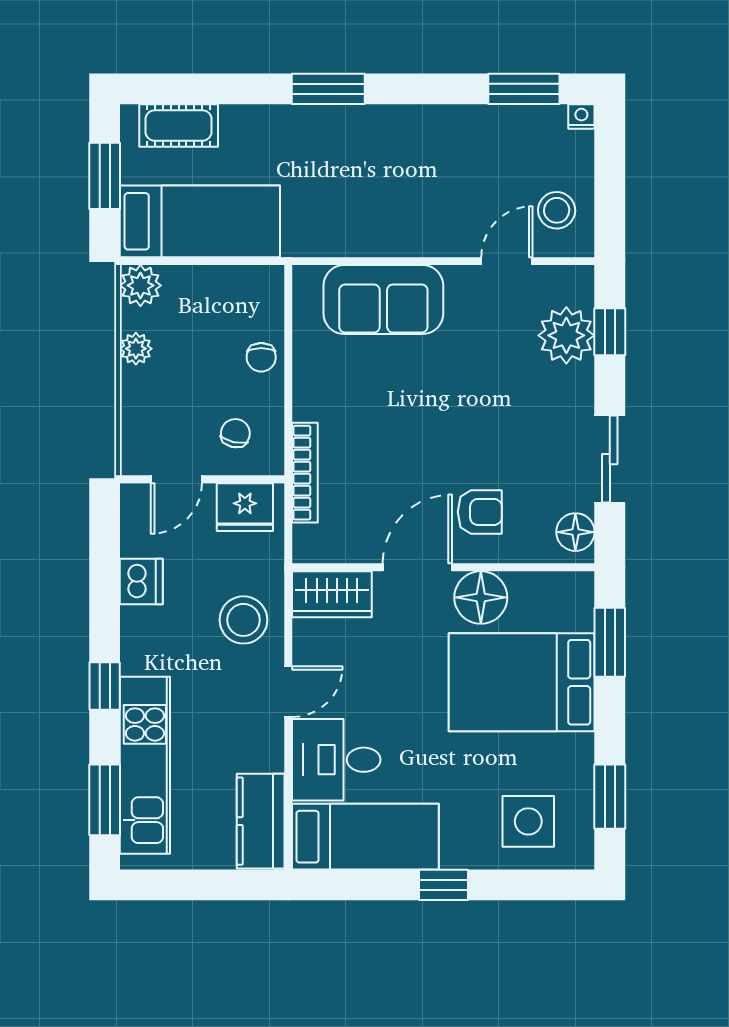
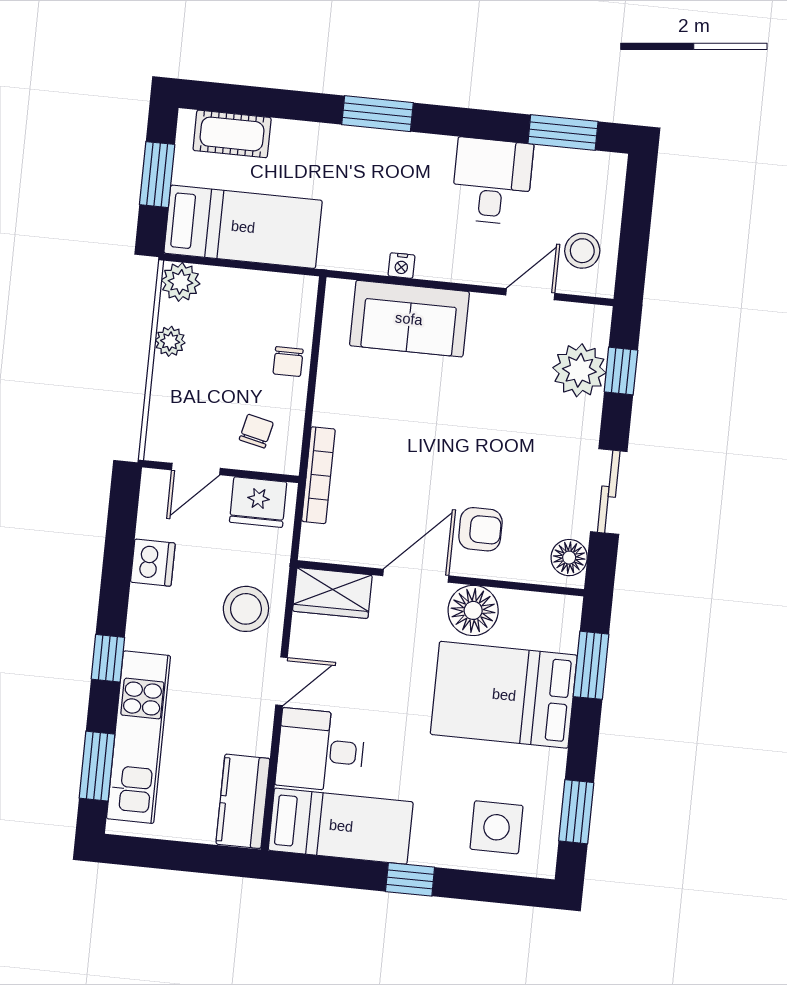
nightstand: (581, 117) -> (402, 266), moved, turned 180
desk: (455, 147) -> (492, 181), added

